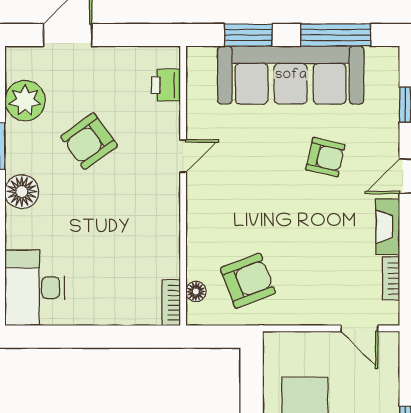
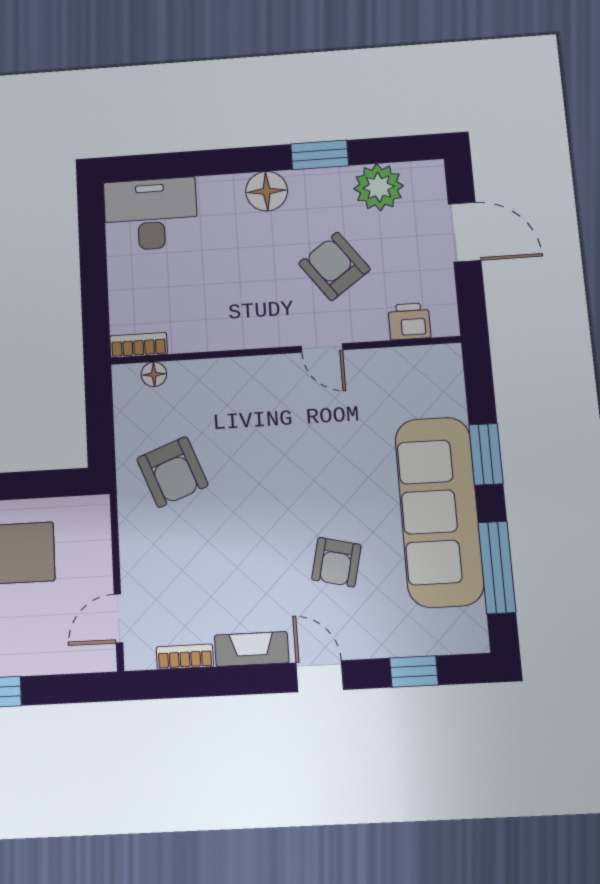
printer: (166, 85) -> (409, 321), moved
door: (183, 156) -> (322, 348), moved
wall: (183, 186) -> (285, 350), moved
floor lamp: (196, 291) -> (154, 374), moved
bookcase: (171, 303) -> (139, 345), moved

